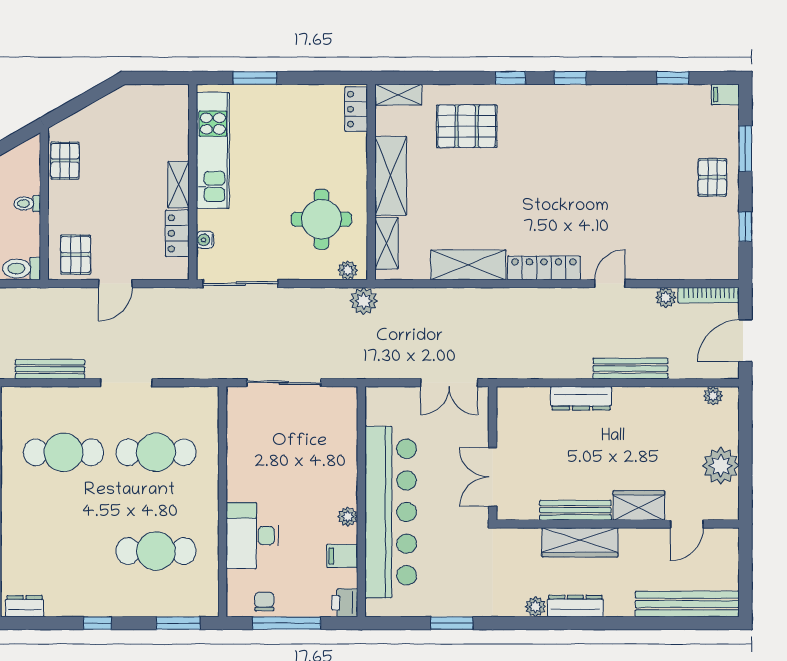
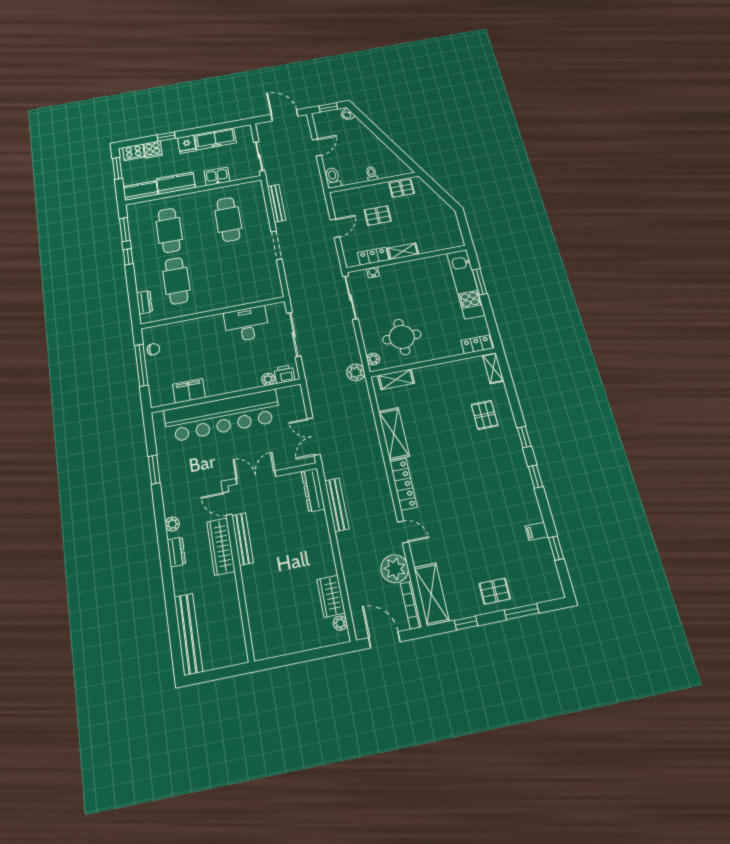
filing cabinet: (725, 95) -> (537, 531), moved, turned -90
pallet: (467, 126) -> (485, 415), width x0.67, depth x0.71
kitchen unit: (213, 150) -> (466, 284), moved, turned 90
shelving: (391, 176) -> (431, 594), moved, turned 90
pallet: (76, 255) -> (378, 216), moved
door: (115, 284) -> (335, 228), swing flipped
plant: (666, 297) -> (395, 569), width x1.88, depth x1.88
bench: (630, 369) -> (337, 505), moved
dresser: (581, 398) -> (313, 490), moved
cafe table: (156, 452) -> (169, 230), moved
plant: (721, 466) -> (291, 639), removed
wardrobe: (639, 505) -> (331, 596), moved, turned 180
plant: (348, 517) -> (268, 379), moved
door: (687, 524) -> (227, 503), moved
desk: (252, 536) -> (246, 324), moved
filing cabinet: (342, 556) -> (189, 391), width x2.00
printer: (345, 603) -> (284, 374), moved
dresser: (25, 606) -> (144, 302), moved
dresser: (575, 606) -> (176, 552), width x0.70
window: (178, 623) -> (125, 230), moved

